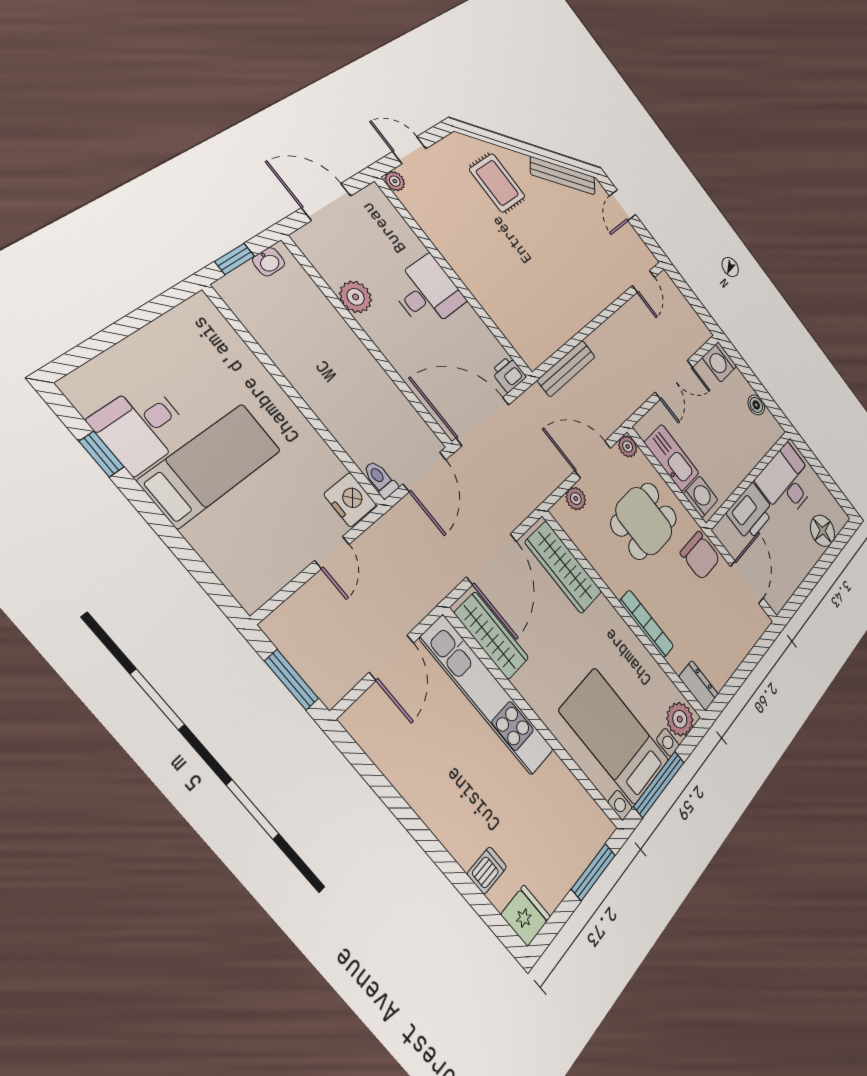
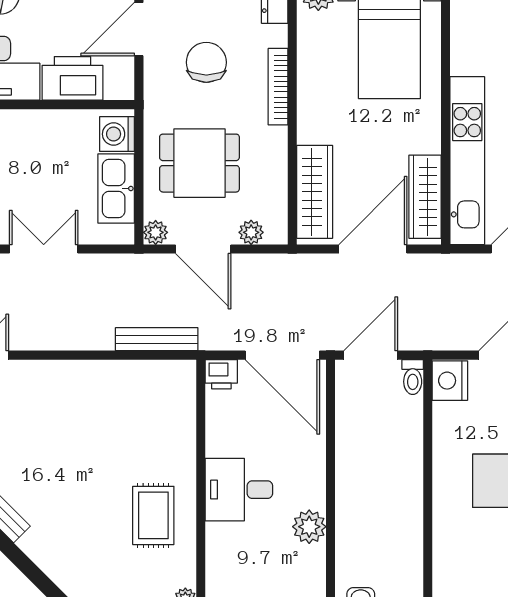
rug: (497, 183) -> (153, 515), moved
chair: (700, 556) -> (206, 62), moved

